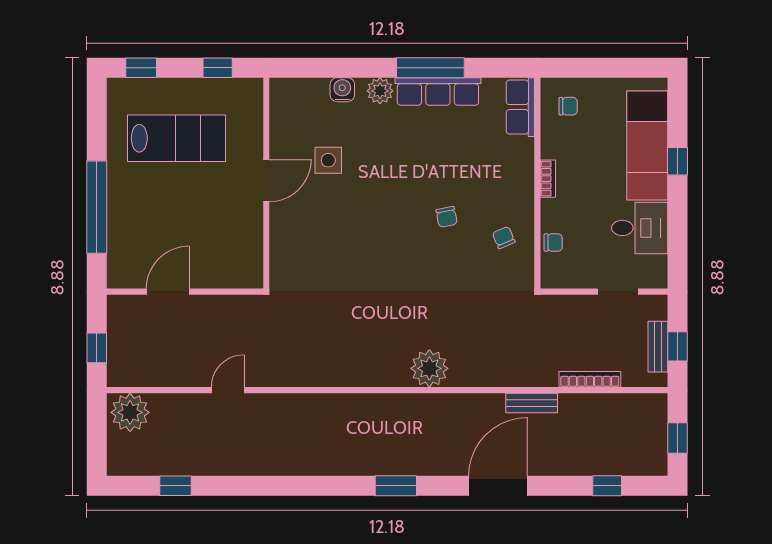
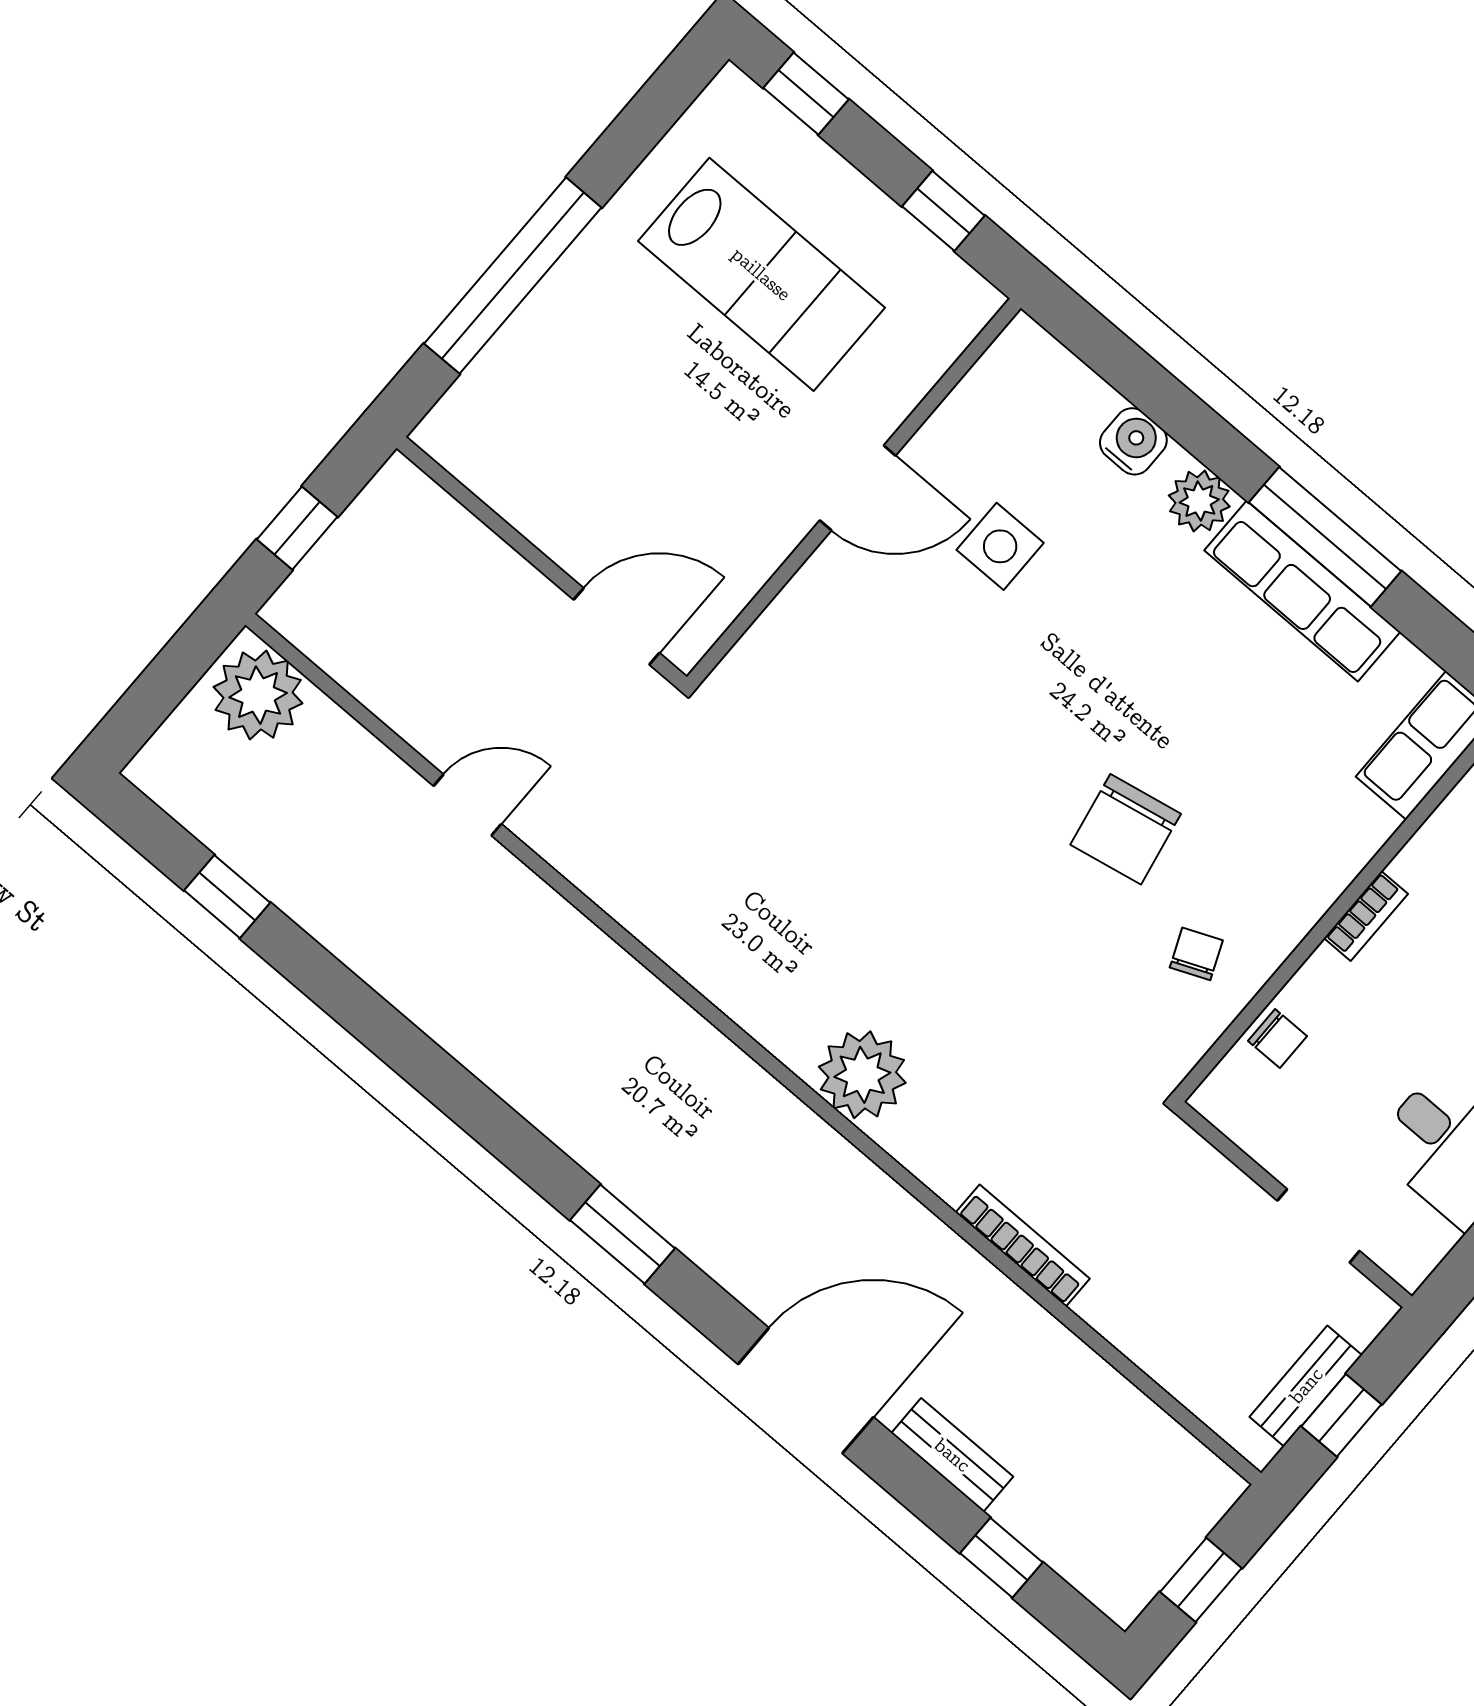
chair: (447, 217) -> (1126, 829), width x1.87, depth x1.87
door: (168, 292) -> (617, 626), moved
bookcase: (590, 379) -> (1023, 1246), moved
bench: (532, 403) -> (952, 1455), moved

